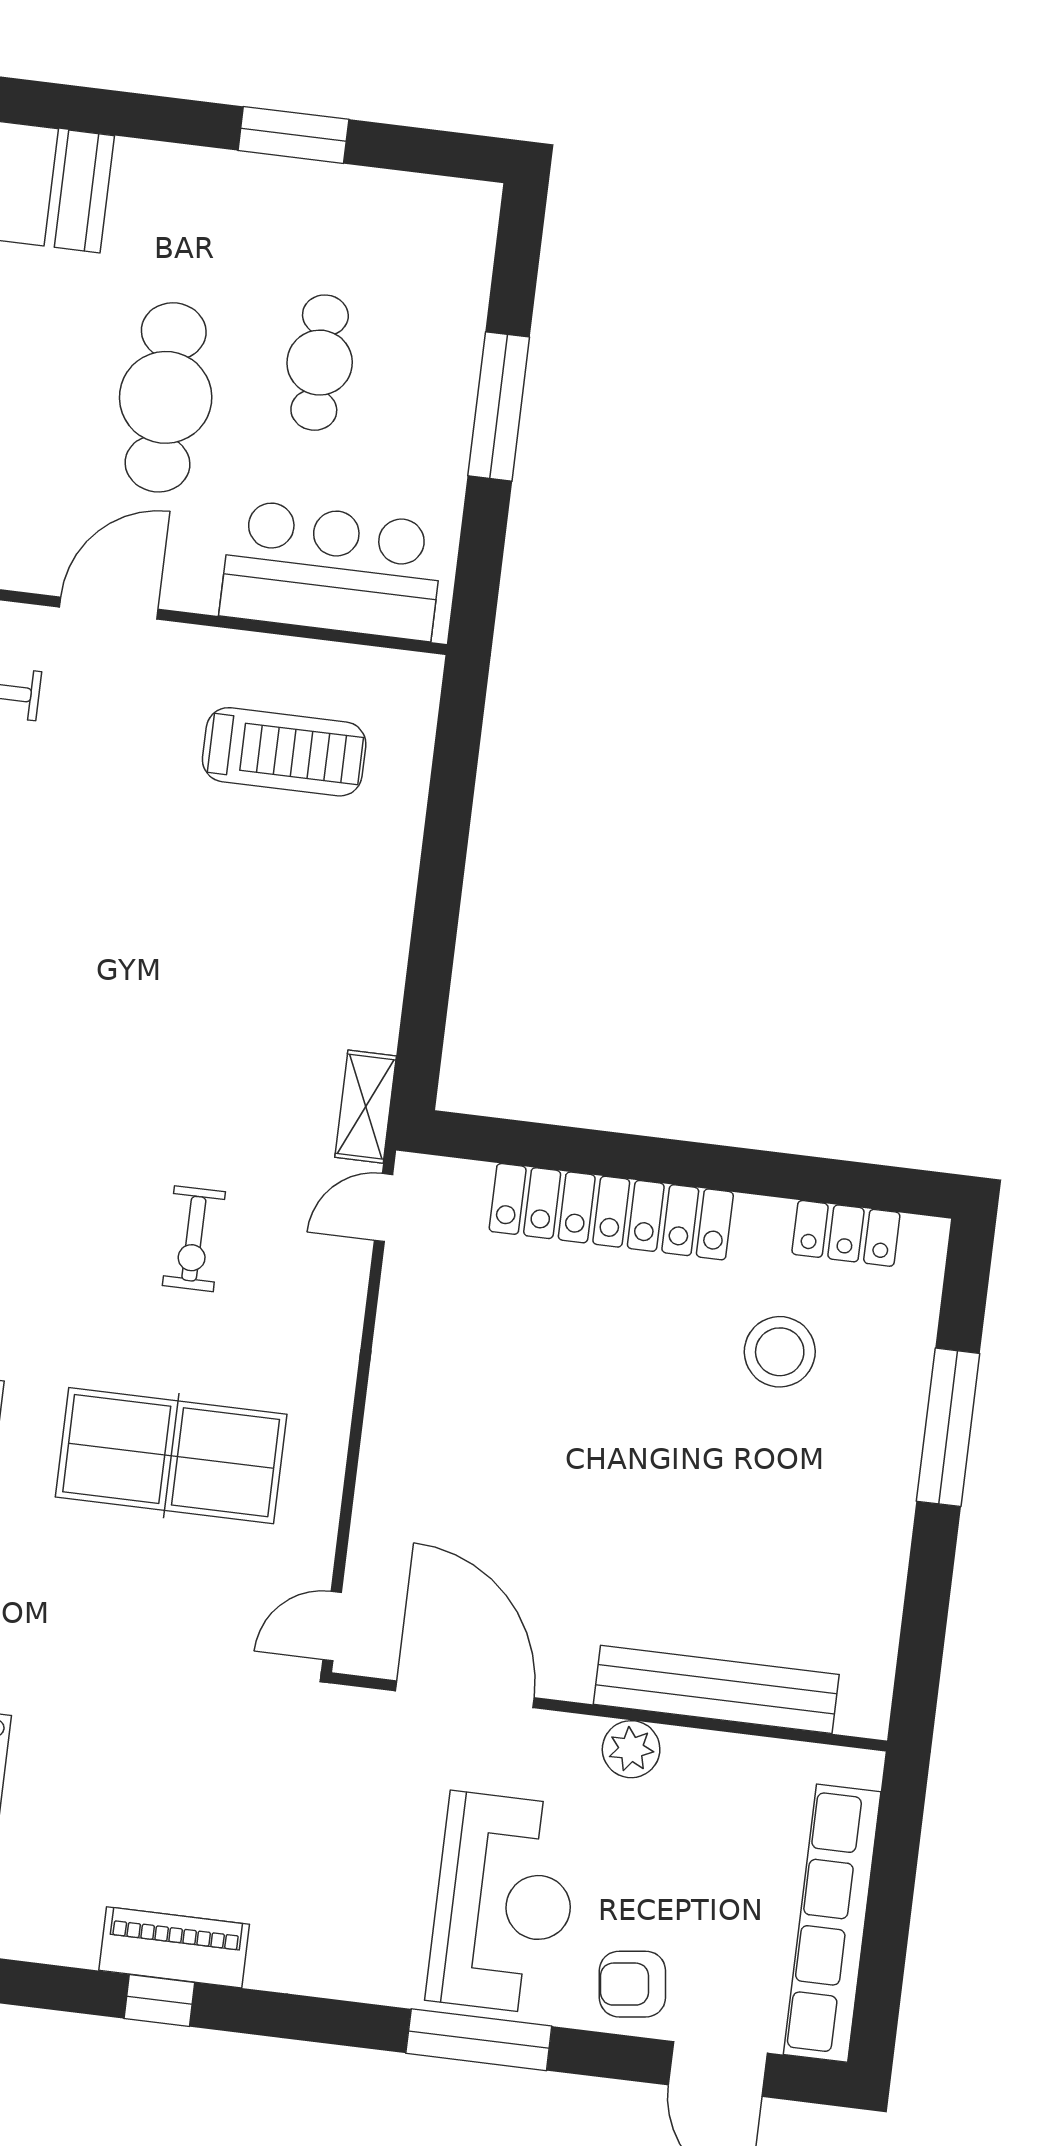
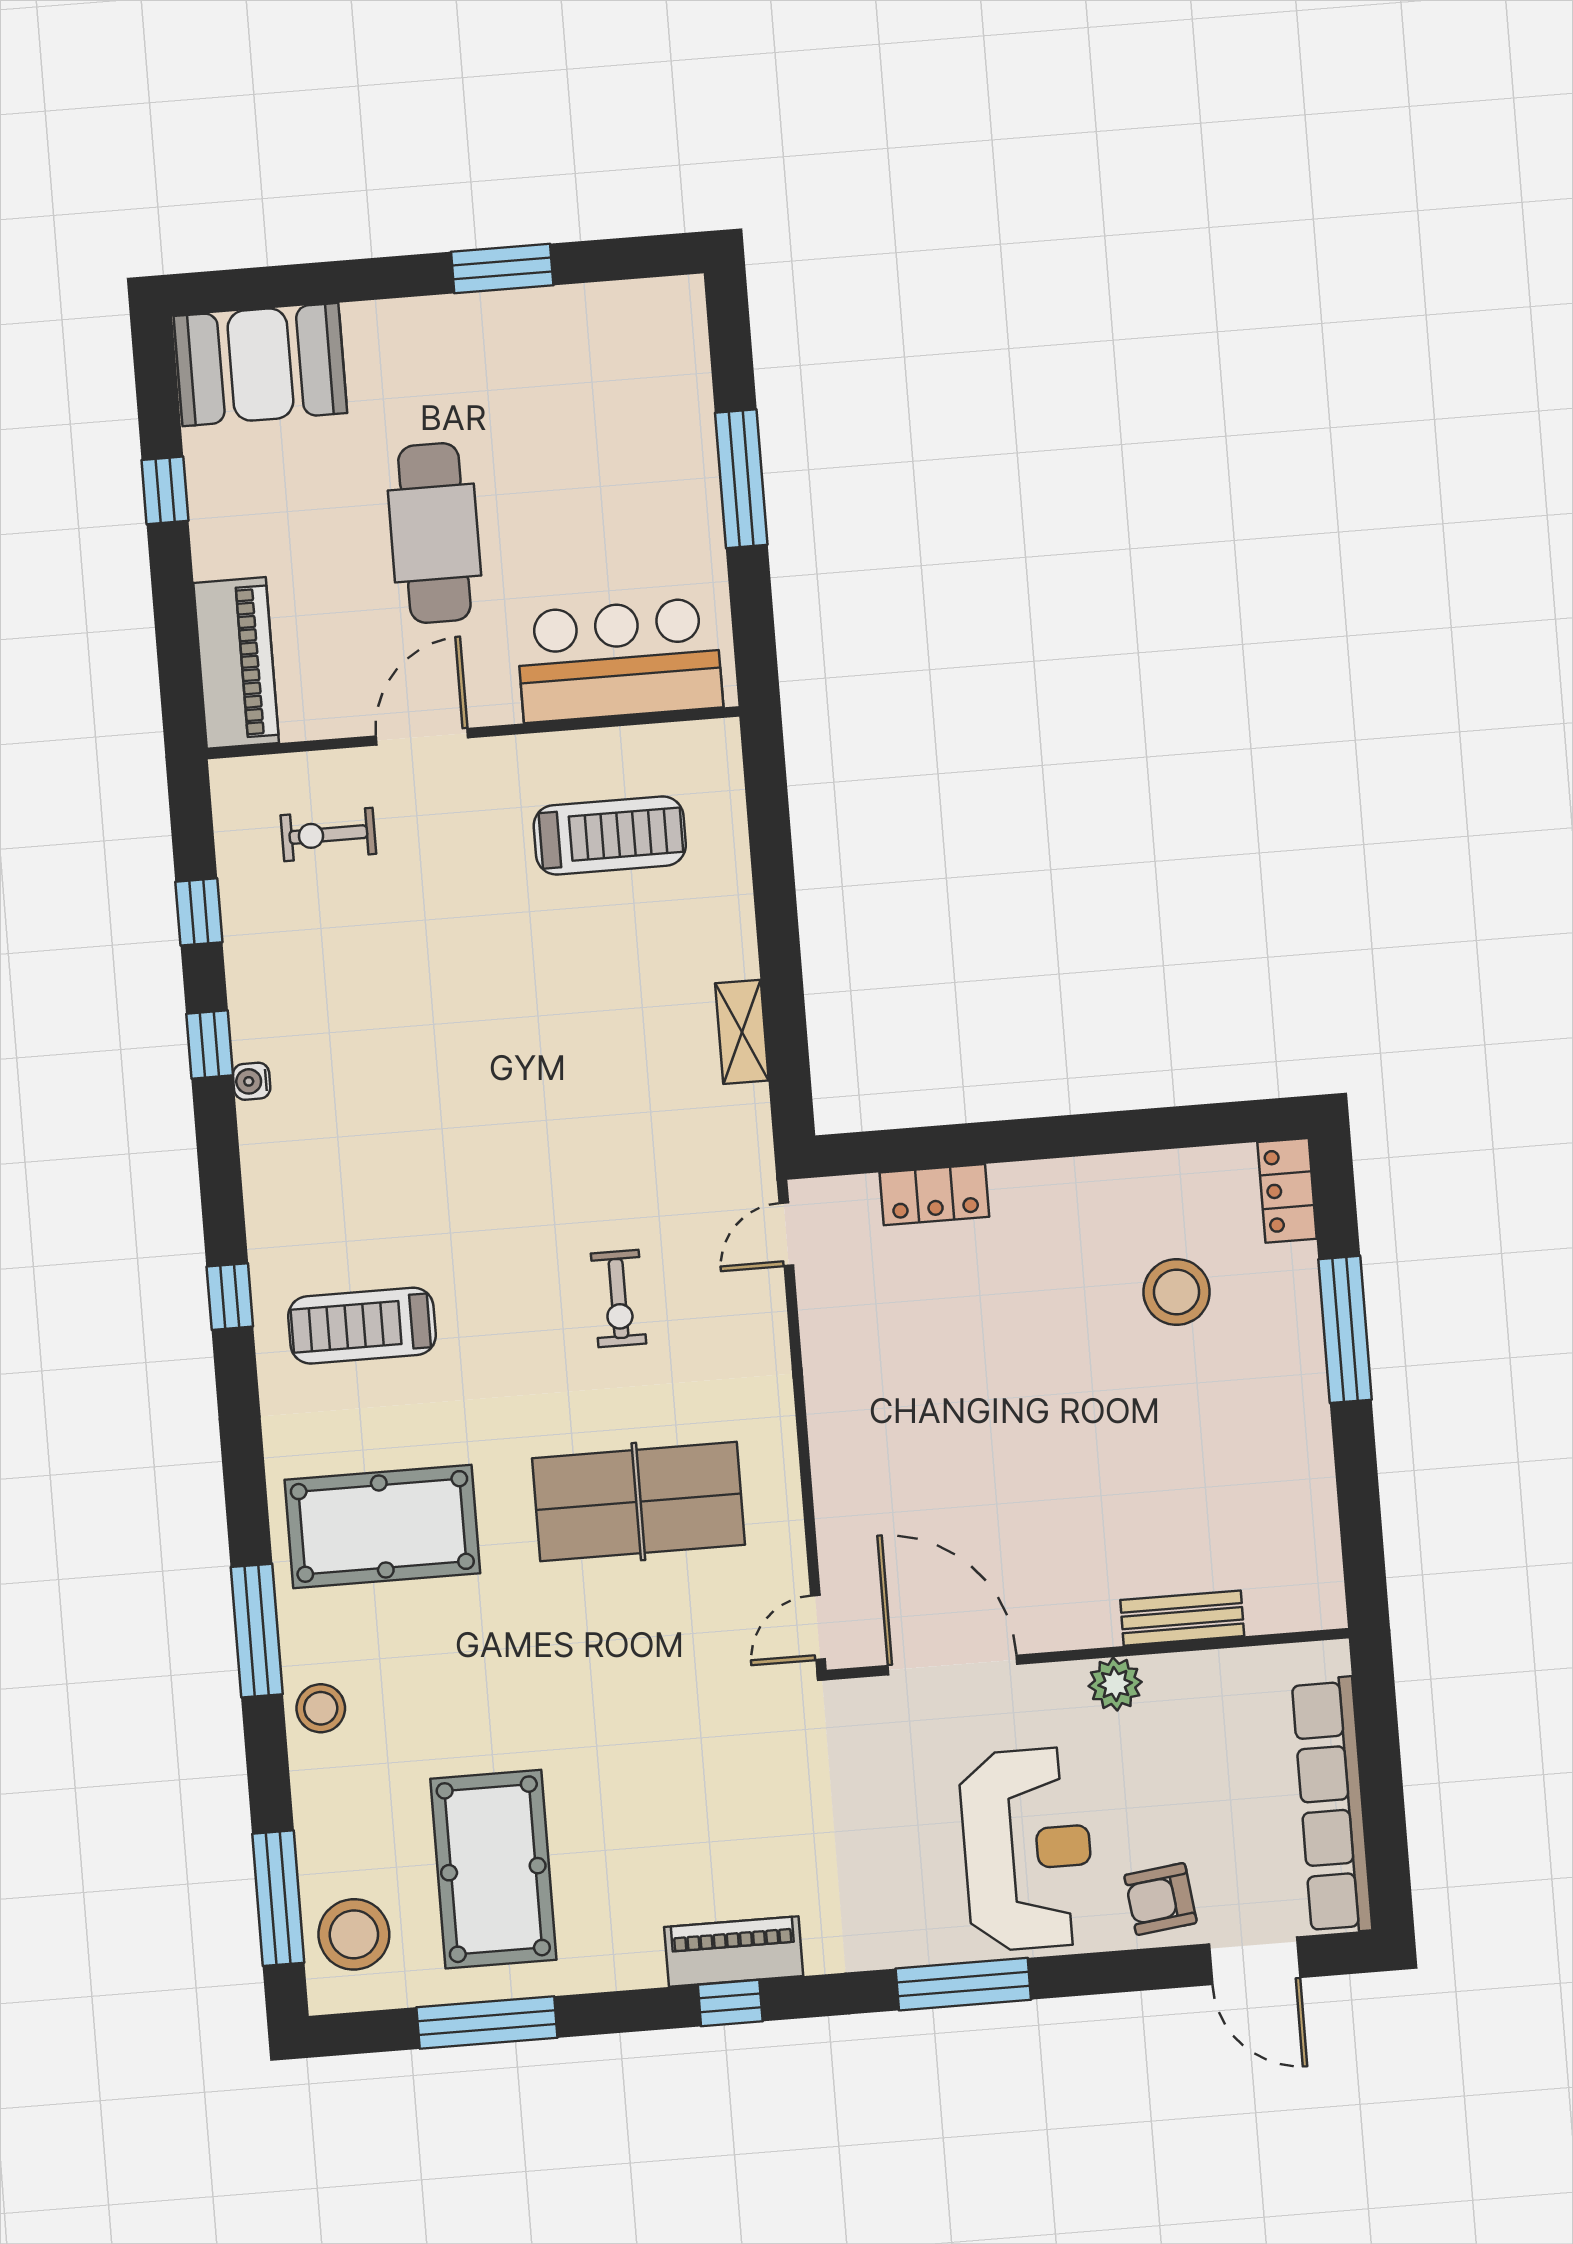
cafe table: (320, 363) -> (569, 472), removed
shelving: (366, 1107) -> (742, 1032), moved
locker: (611, 1212) -> (934, 1195), width x0.46, depth x0.83
locker: (846, 1233) -> (1287, 1190), moved, turned 90
bench: (716, 1689) -> (1182, 1618), width x0.54, depth x0.82
window: (479, 2040) -> (963, 1984), moved

